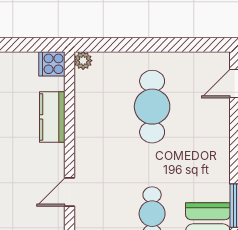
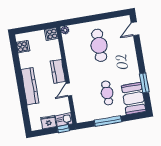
kitchen counter: (52, 117) -> (58, 71), moved

